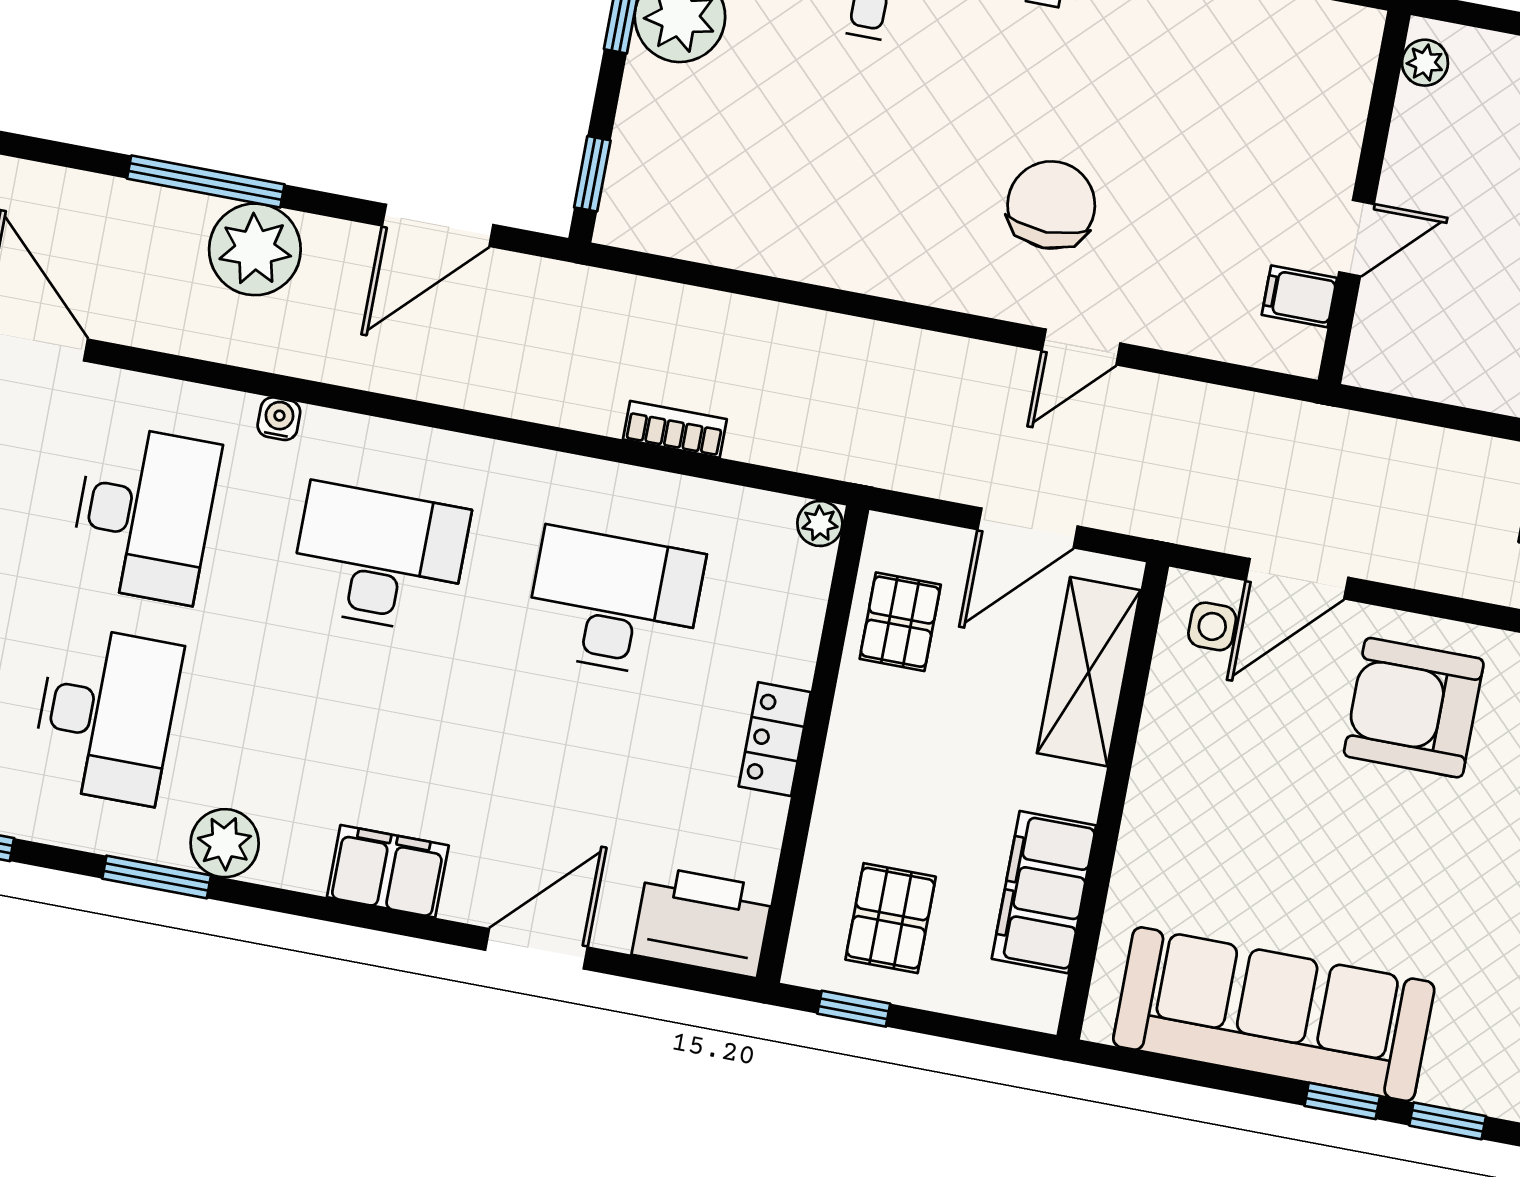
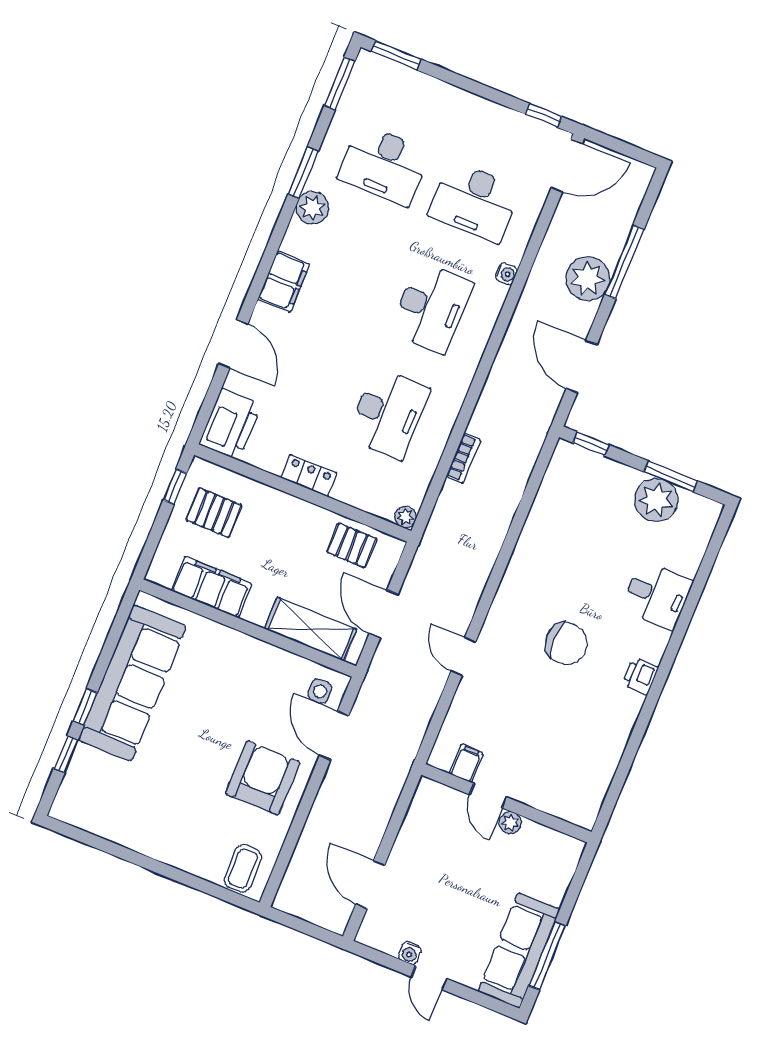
plant: (1425, 63) -> (510, 823), moved
chair: (1051, 205) -> (566, 644), moved

